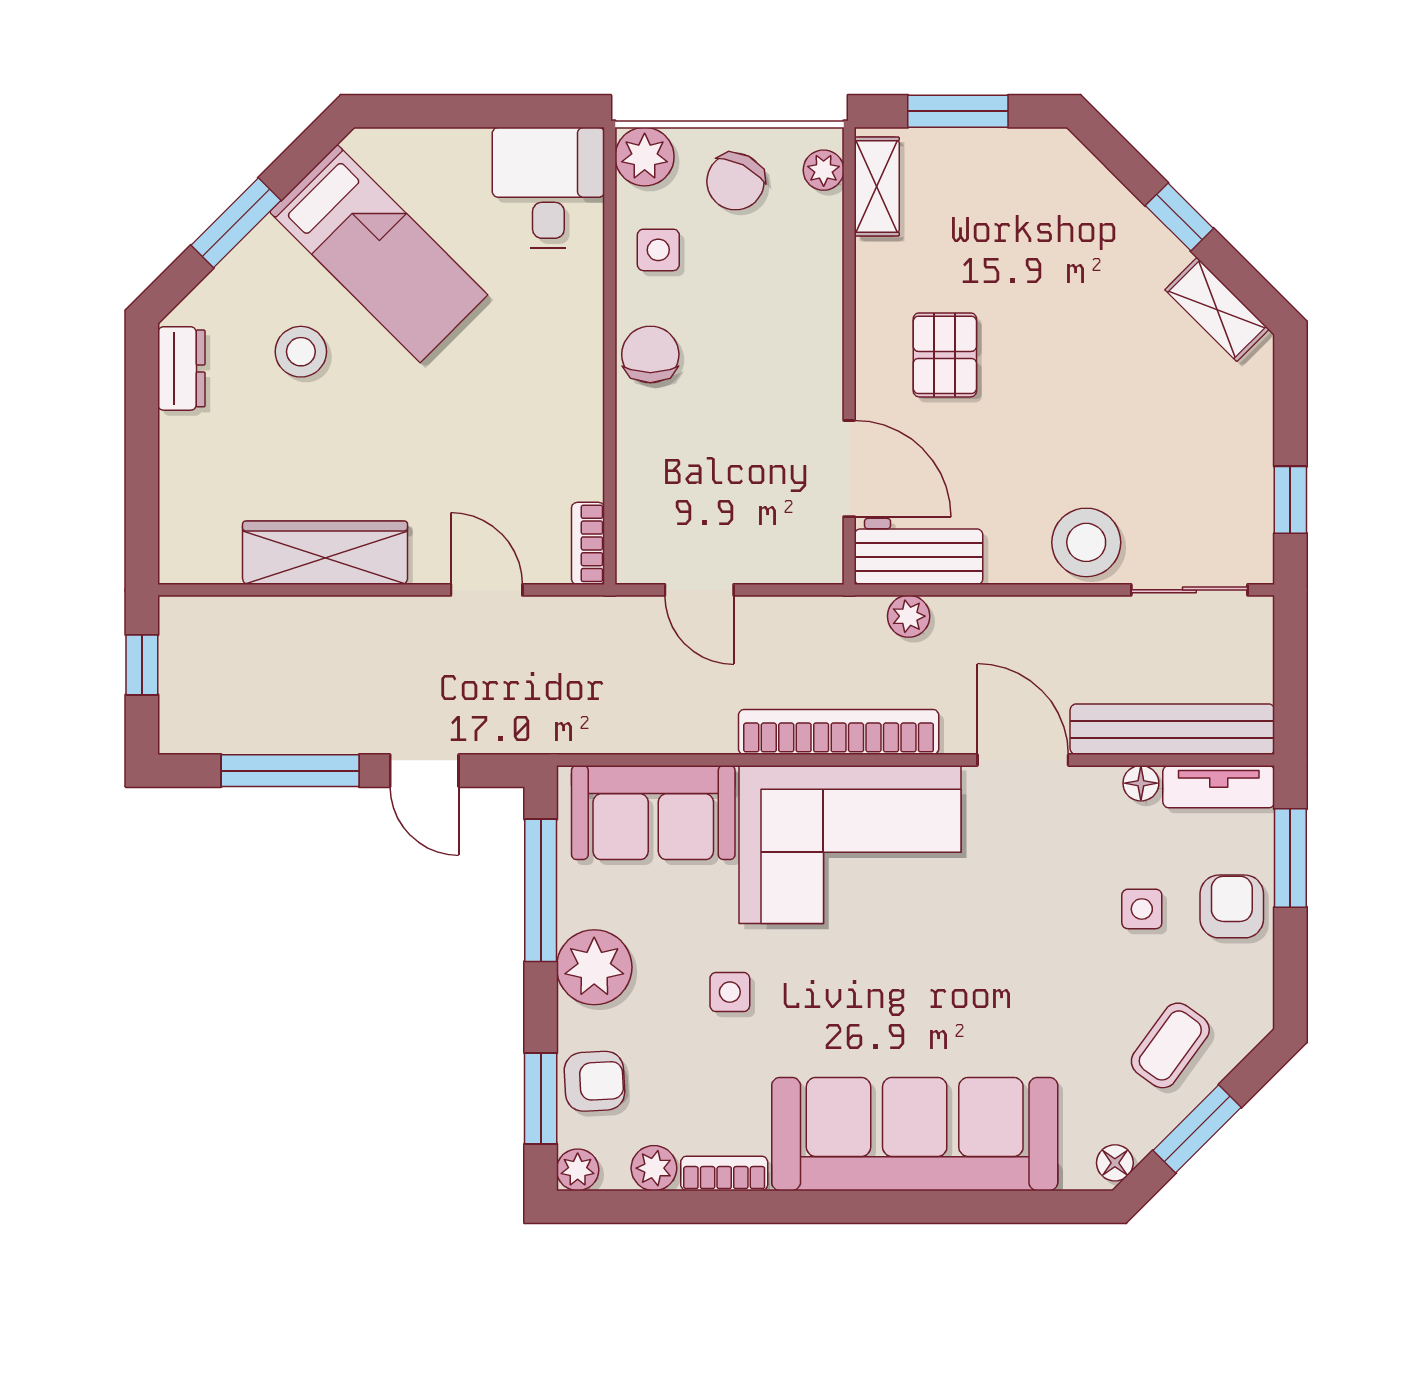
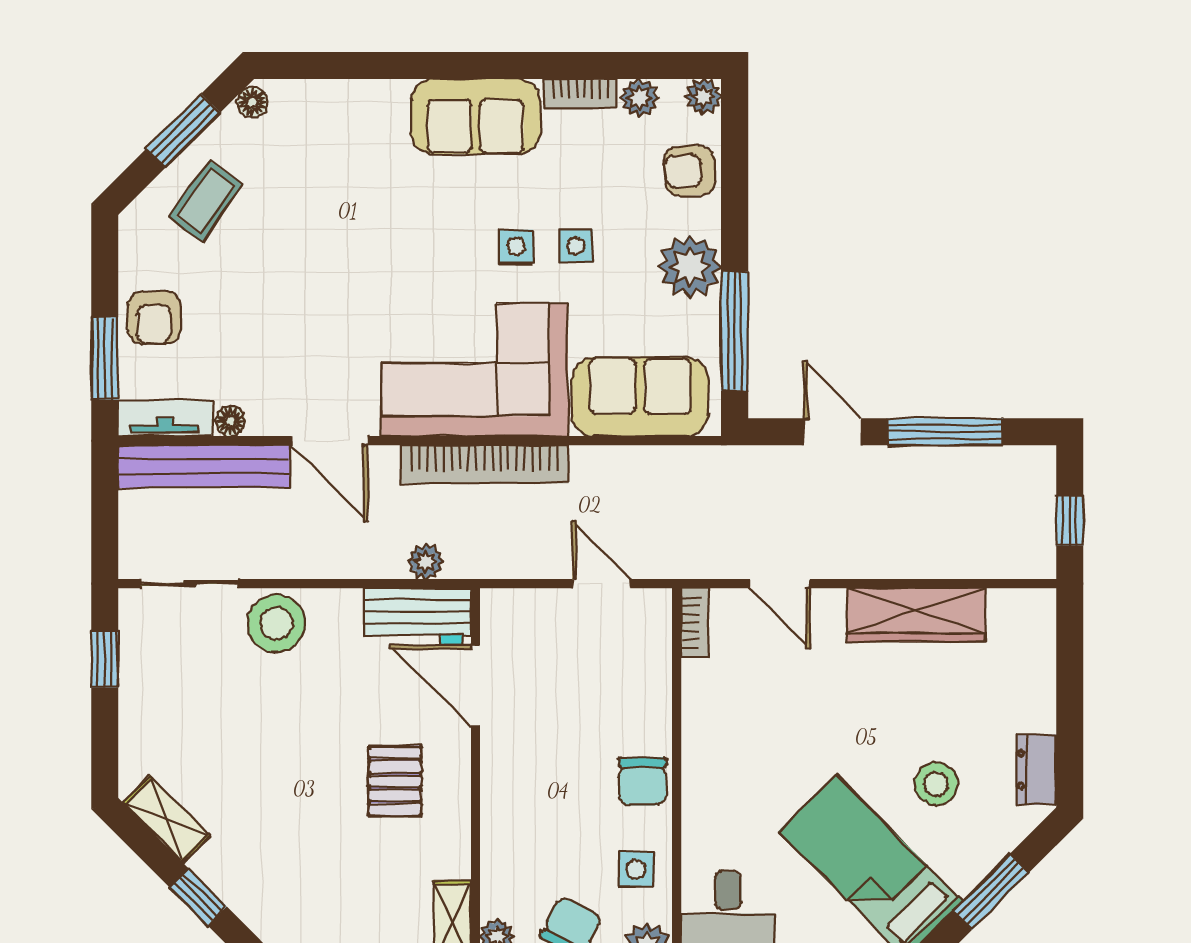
side table: (1142, 909) -> (516, 247), moved
window: (541, 1098) -> (735, 156), removed
sofa: (915, 1134) -> (476, 116), width x0.54, depth x0.79

